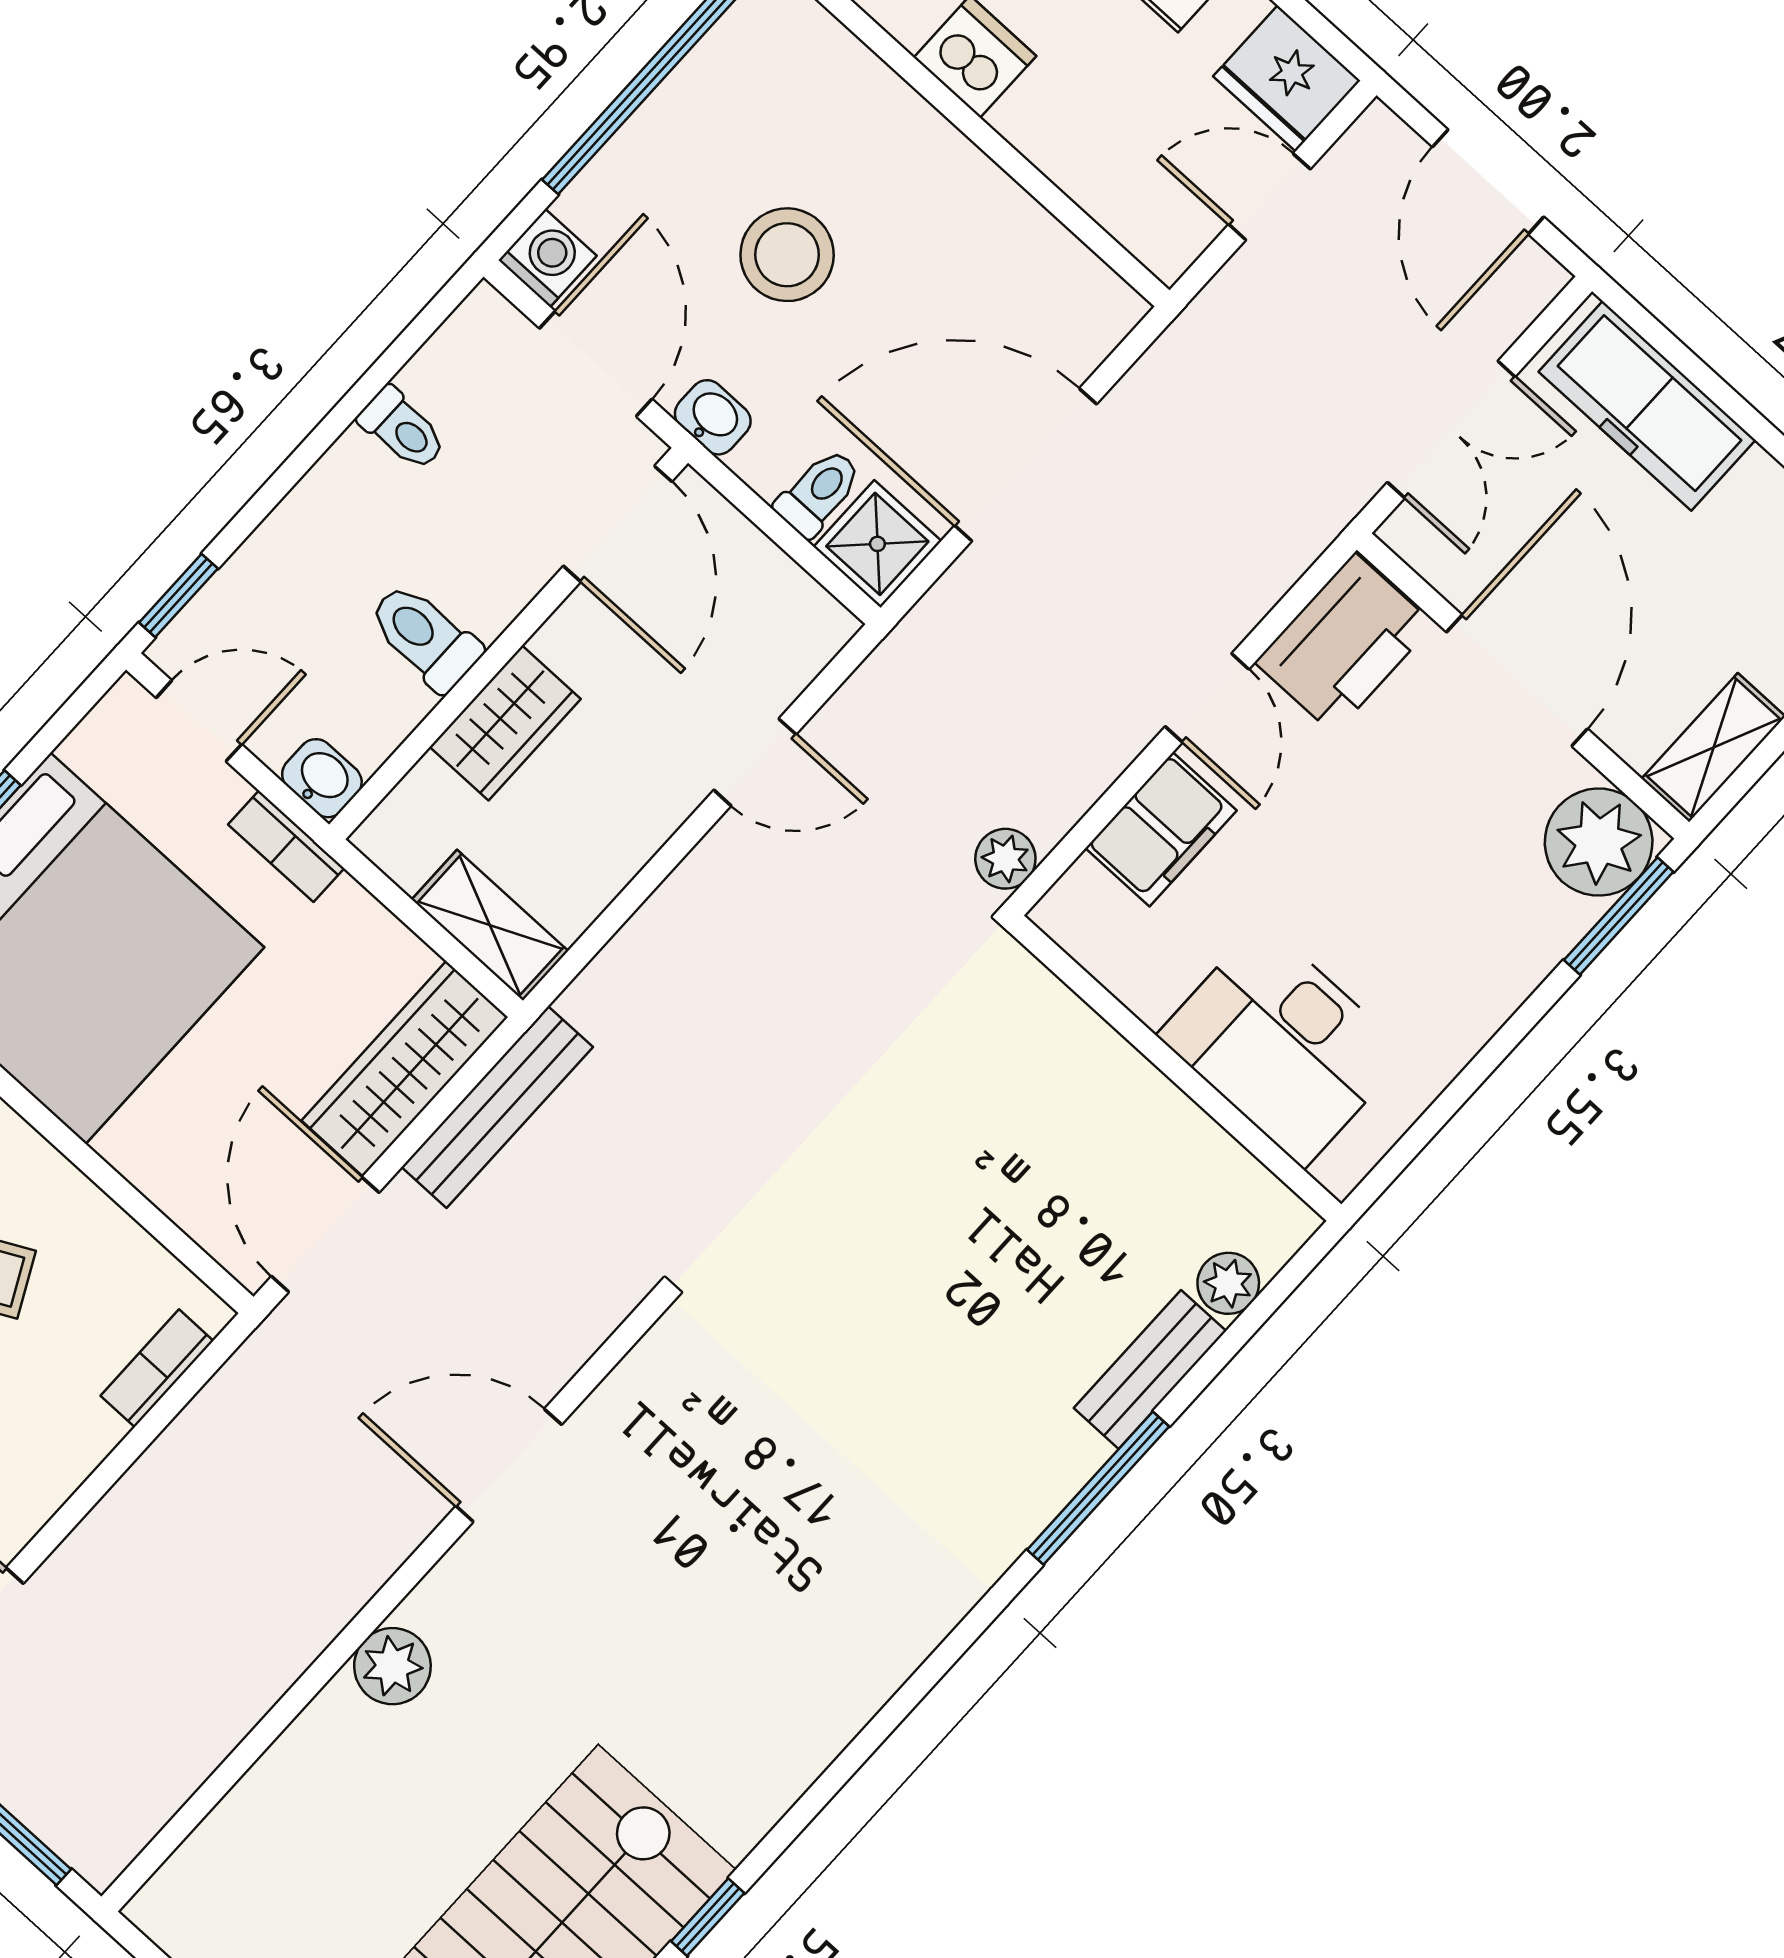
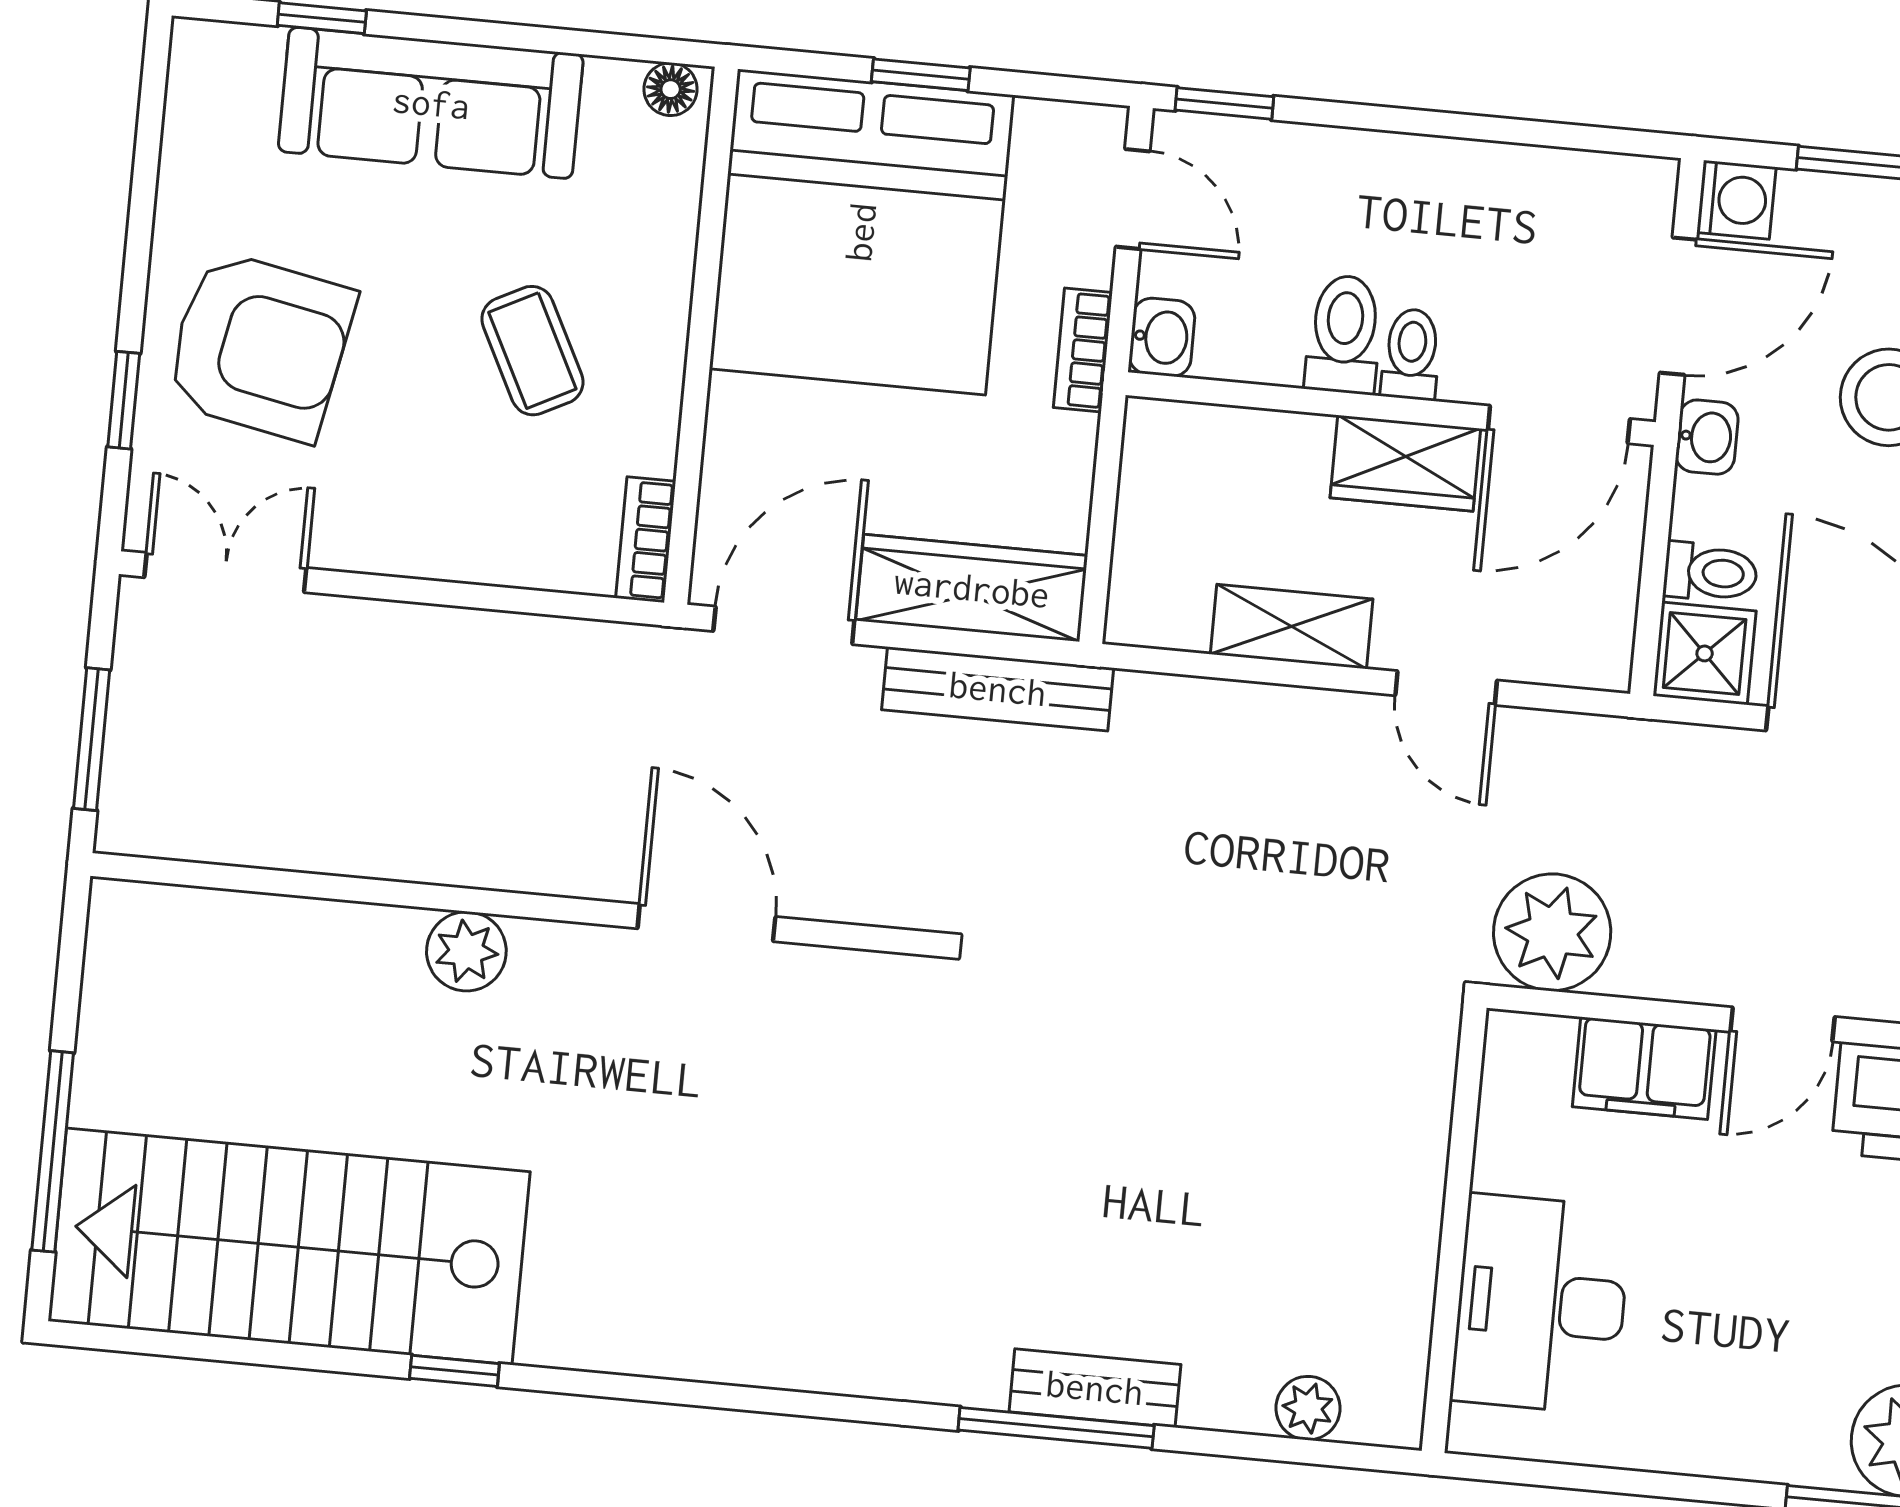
toilet: (403, 429) -> (1411, 354), moved, turned 180
wardrobe: (505, 723) -> (1405, 463), moved
plant: (1005, 859) -> (1552, 932), width x1.87, depth x1.87
shelving: (490, 925) -> (1292, 626), moved, turned 90
bookcase: (157, 1368) -> (646, 540), moved, turned -90
bench: (1150, 1370) -> (1095, 1388), moved

